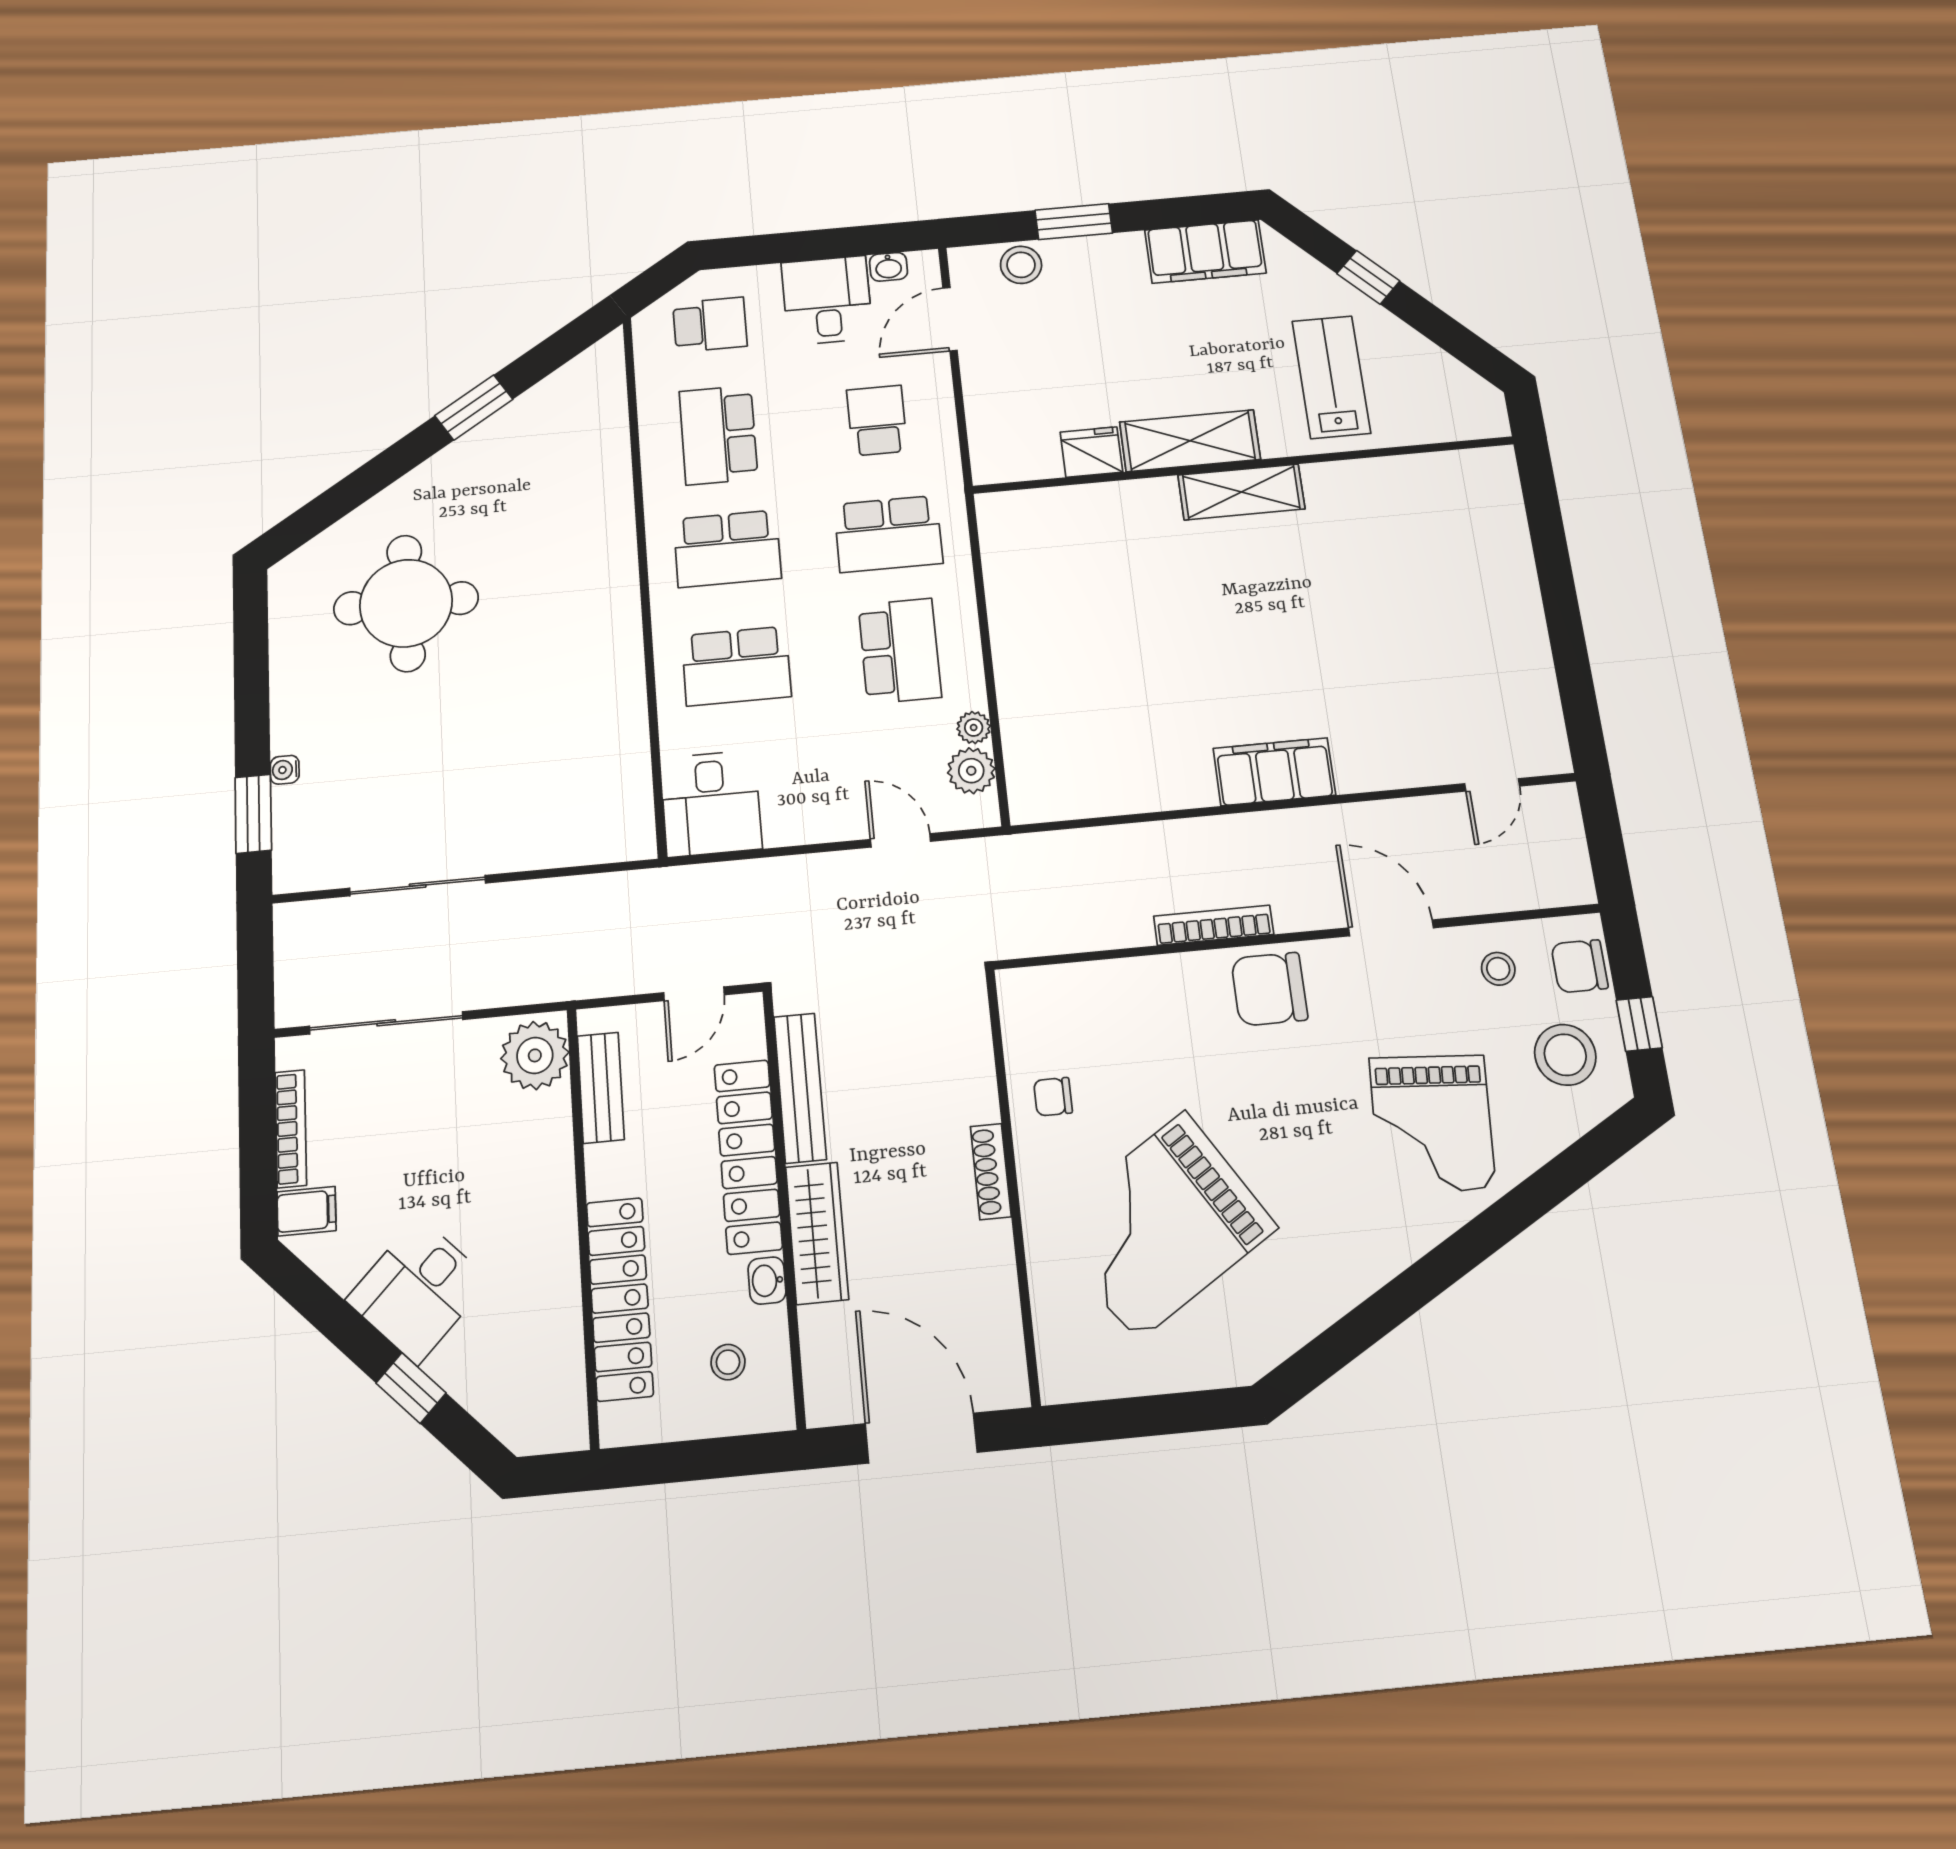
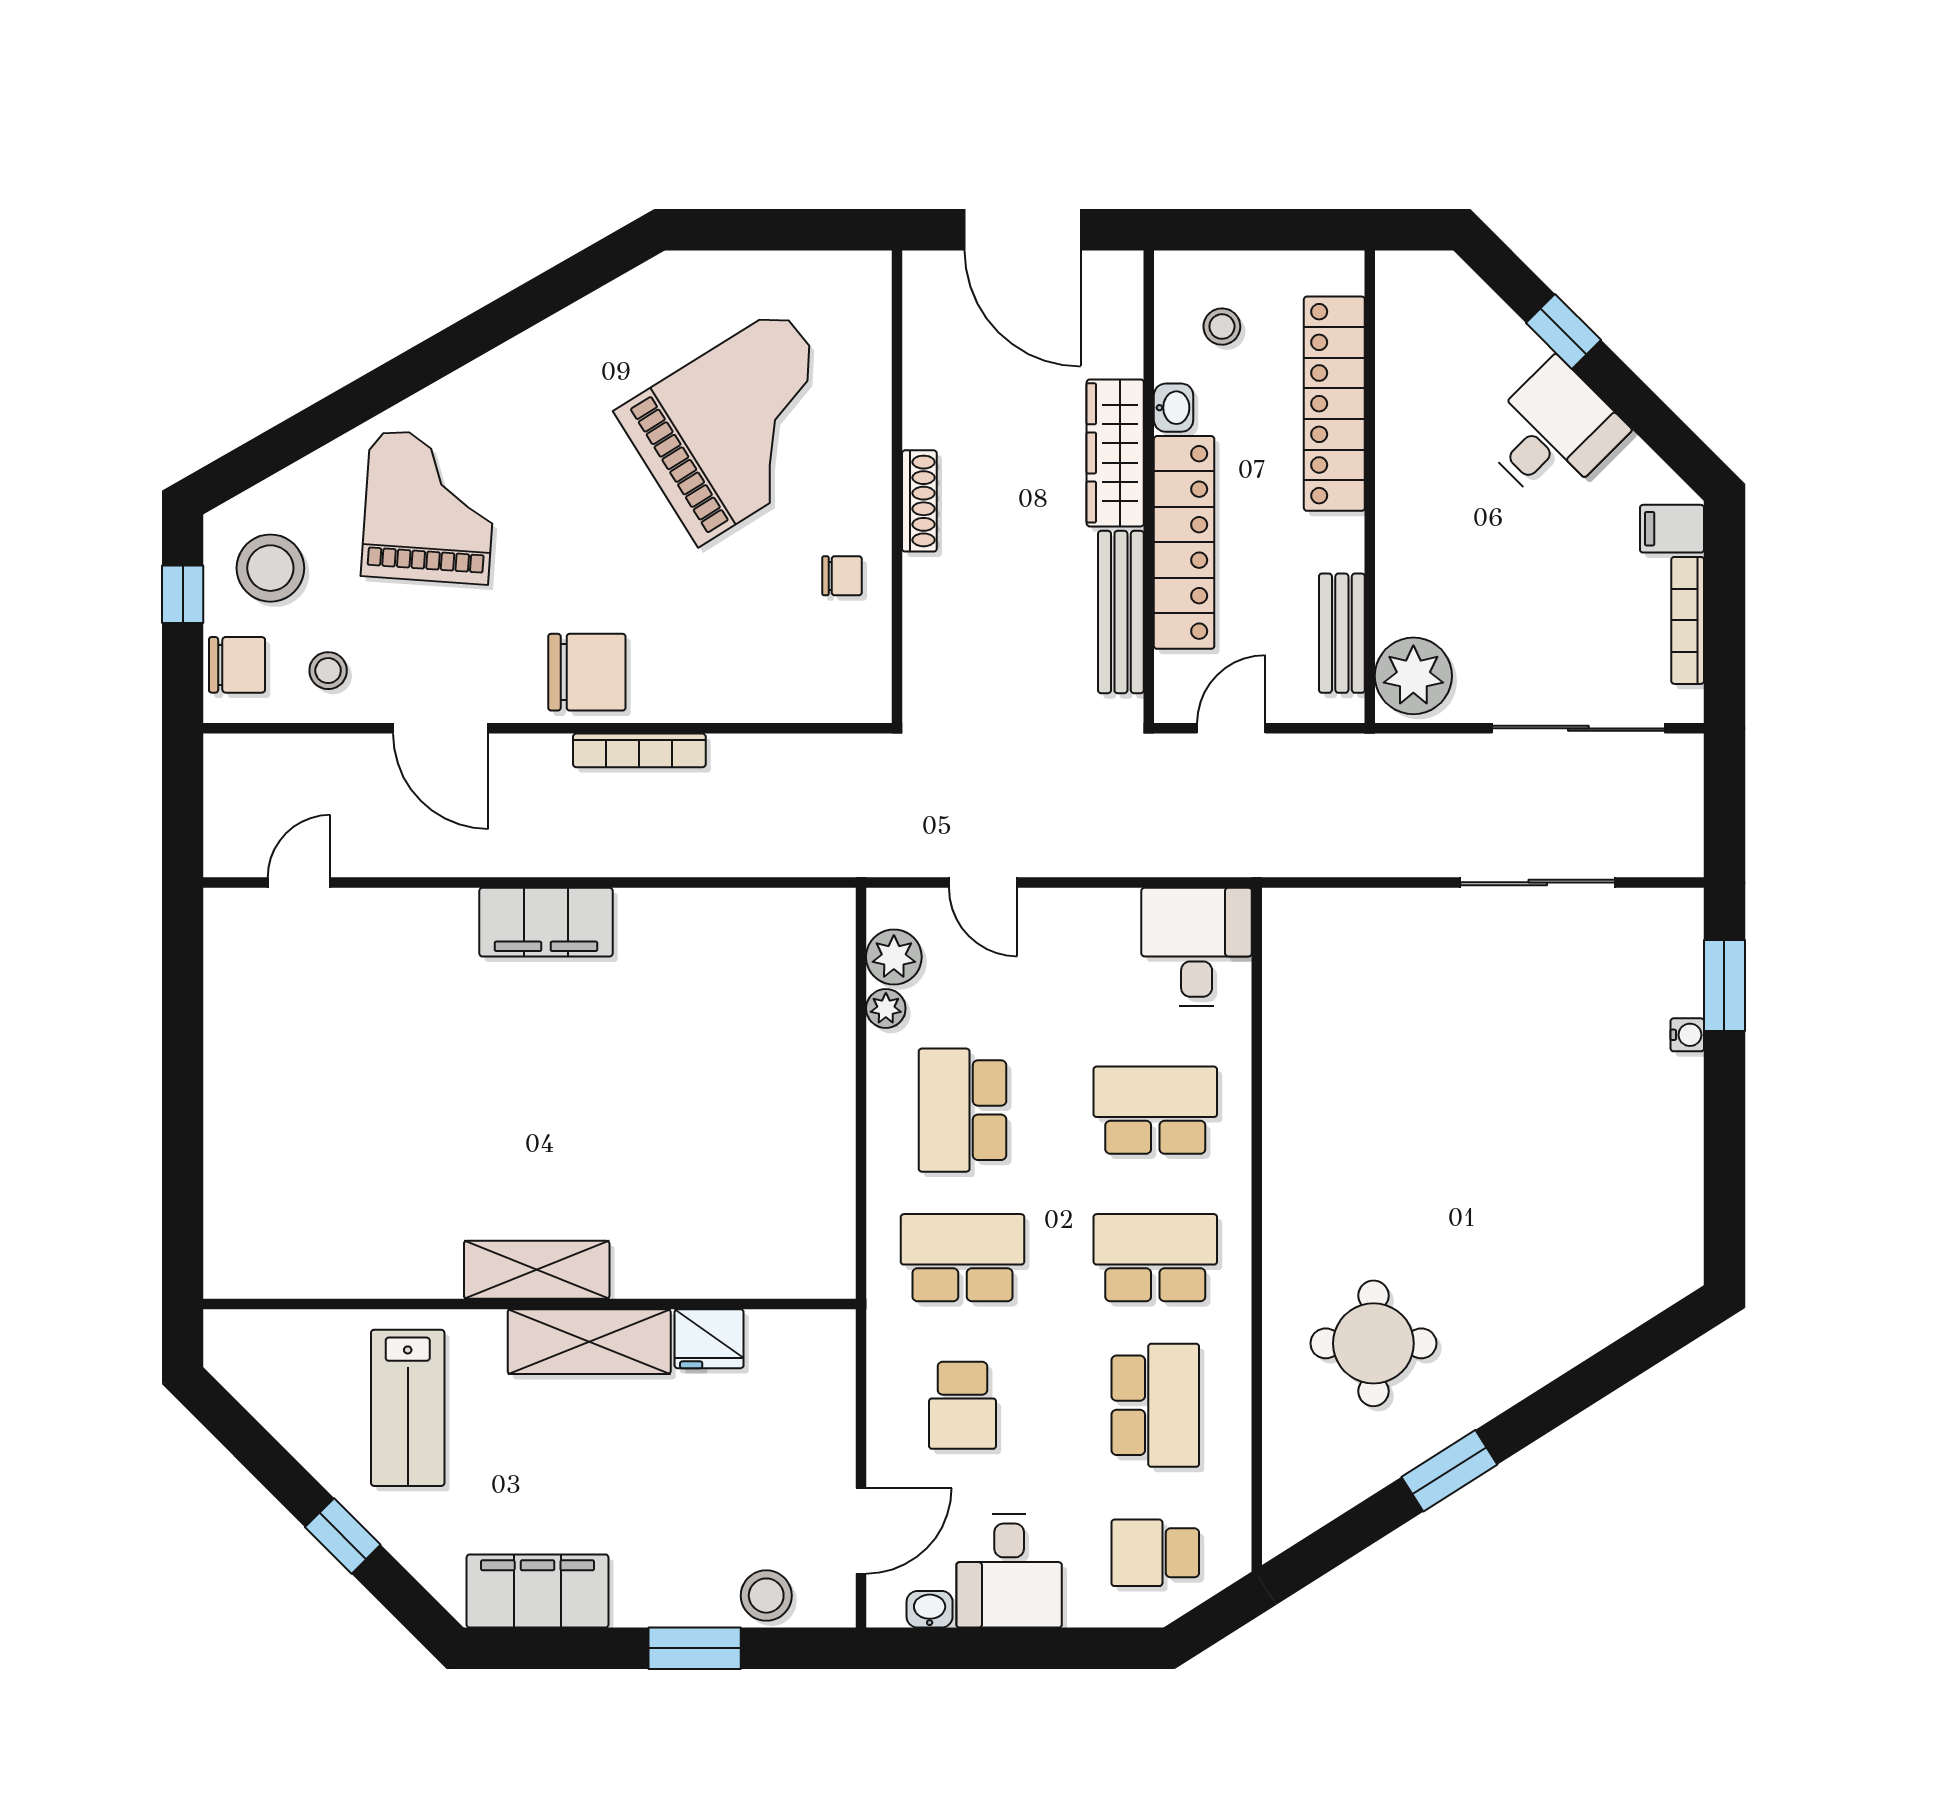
round table: (406, 603) -> (1373, 1343), moved, width x0.73, depth x0.73

